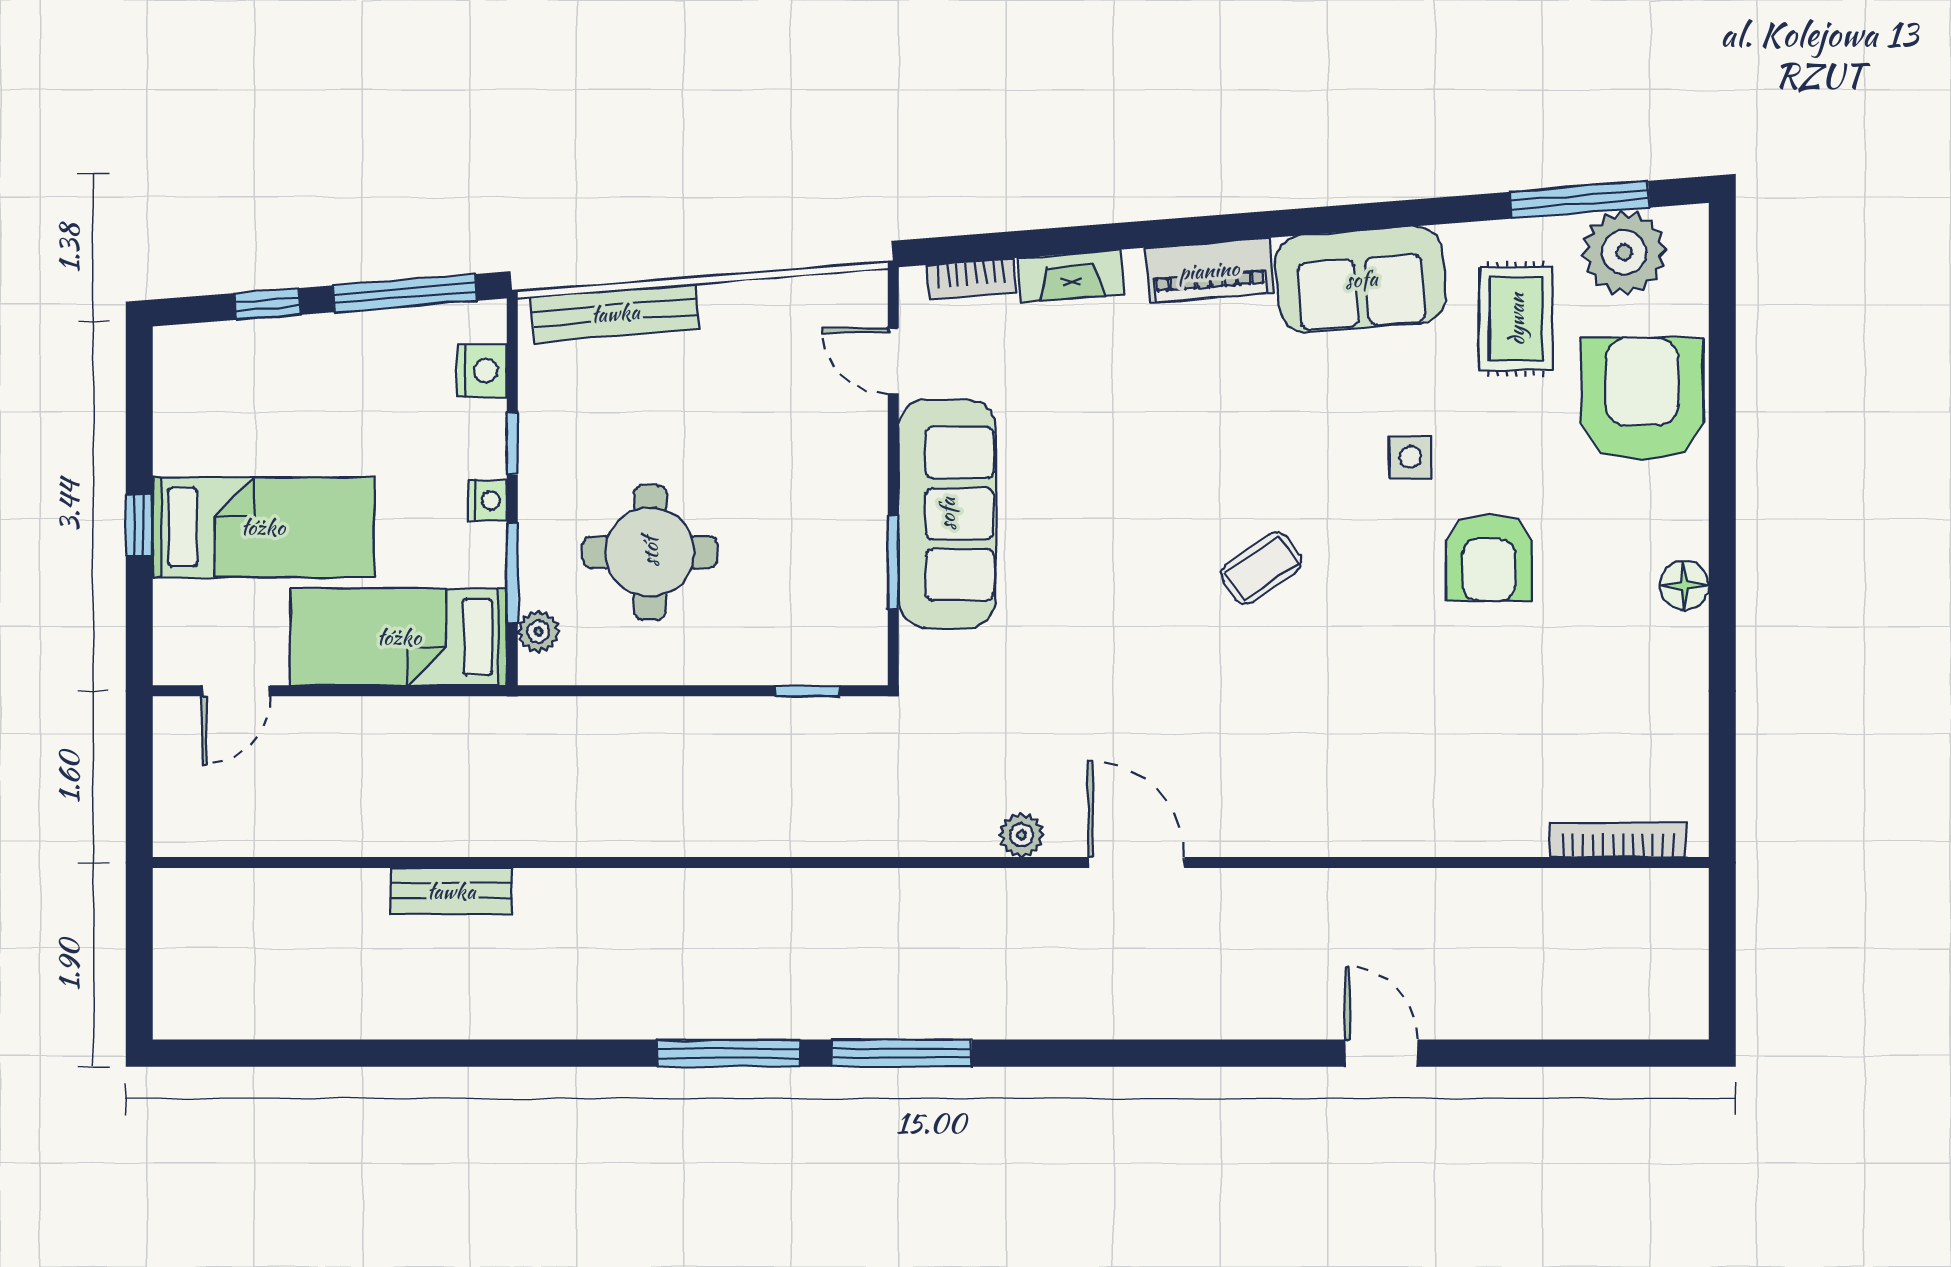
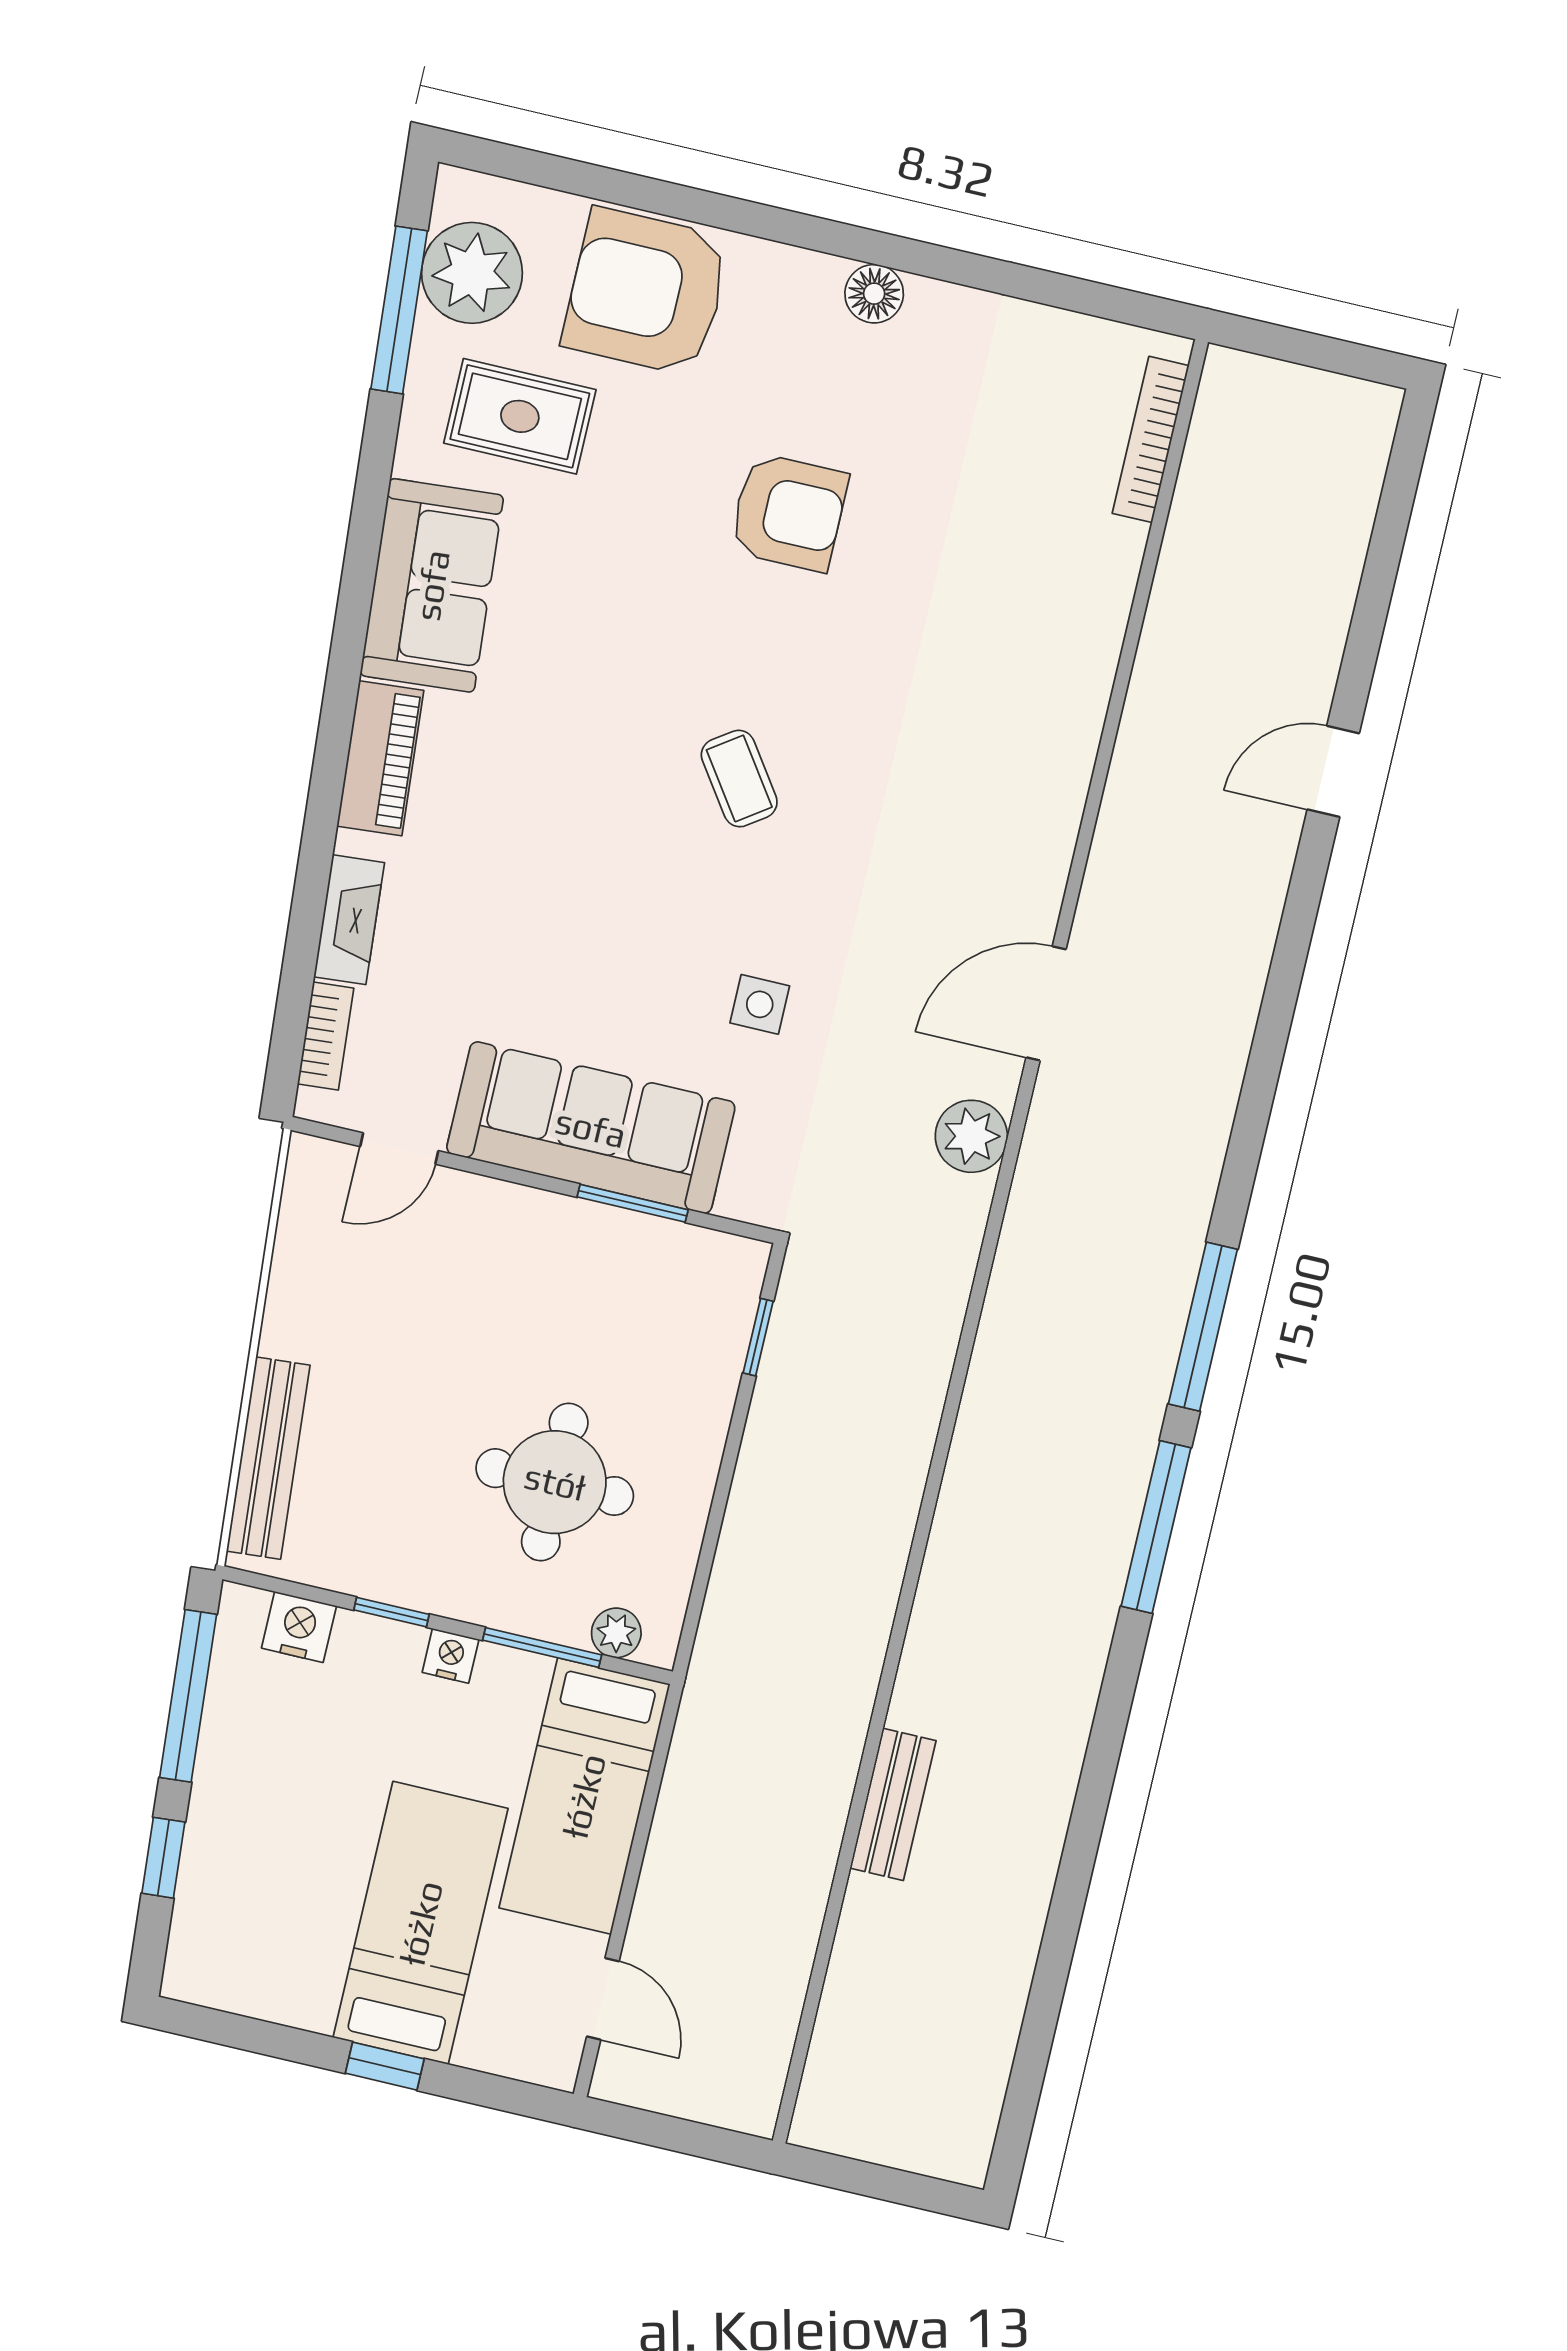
side table: (1410, 457) -> (760, 1004), moved
plant: (1021, 835) -> (971, 1136), width x1.38, depth x1.38

